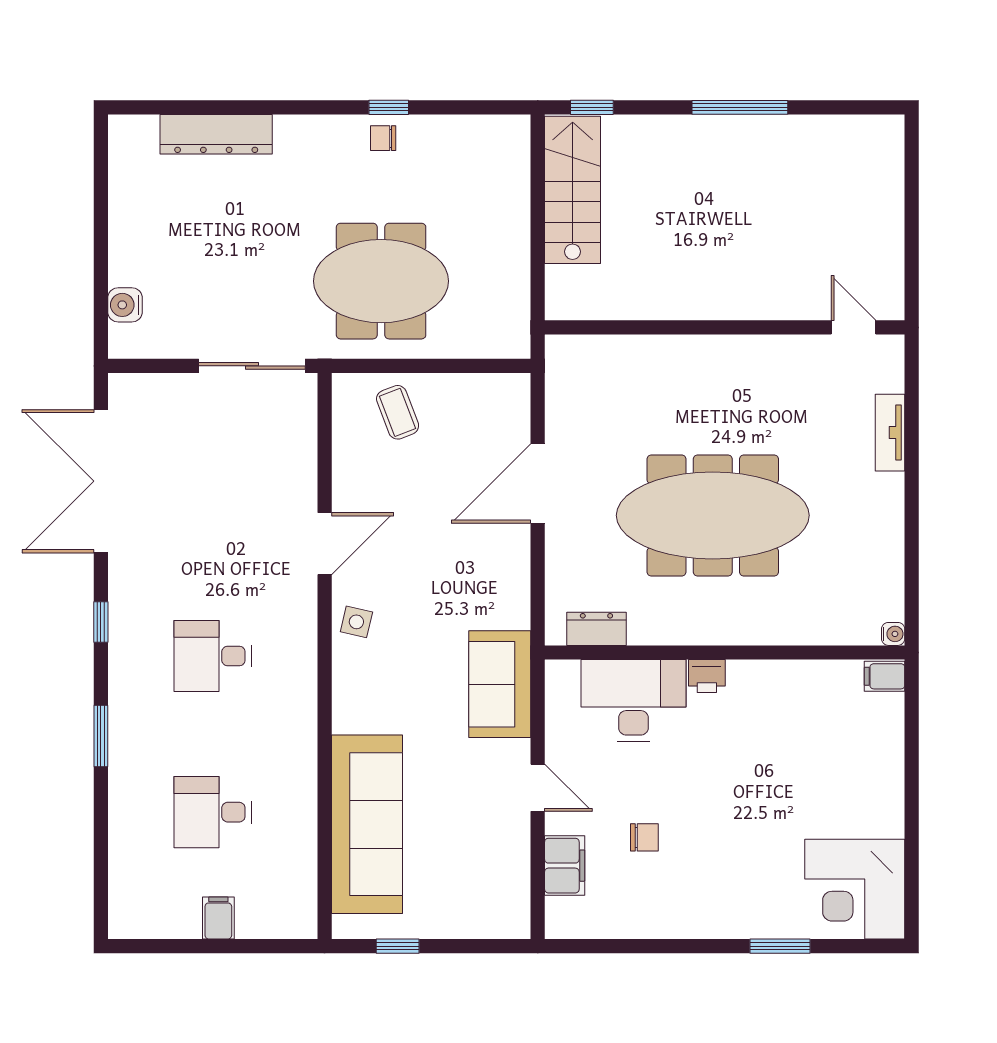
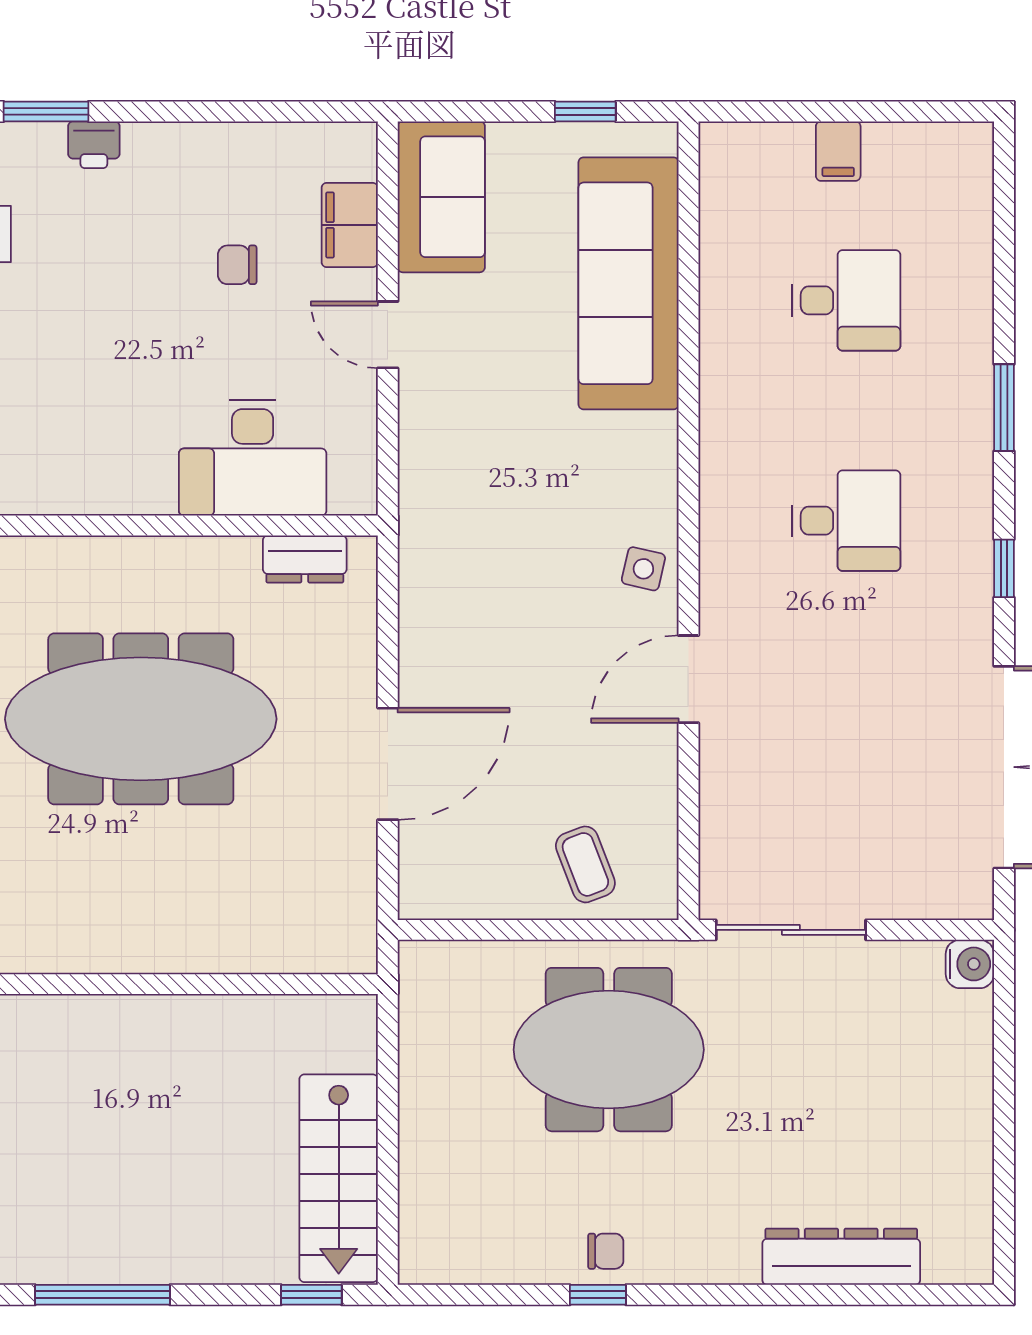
water cooler: (125, 305) -> (970, 964), moved
printer: (707, 676) -> (94, 145), moved, turned 180
sofa: (500, 684) -> (441, 197), moved

